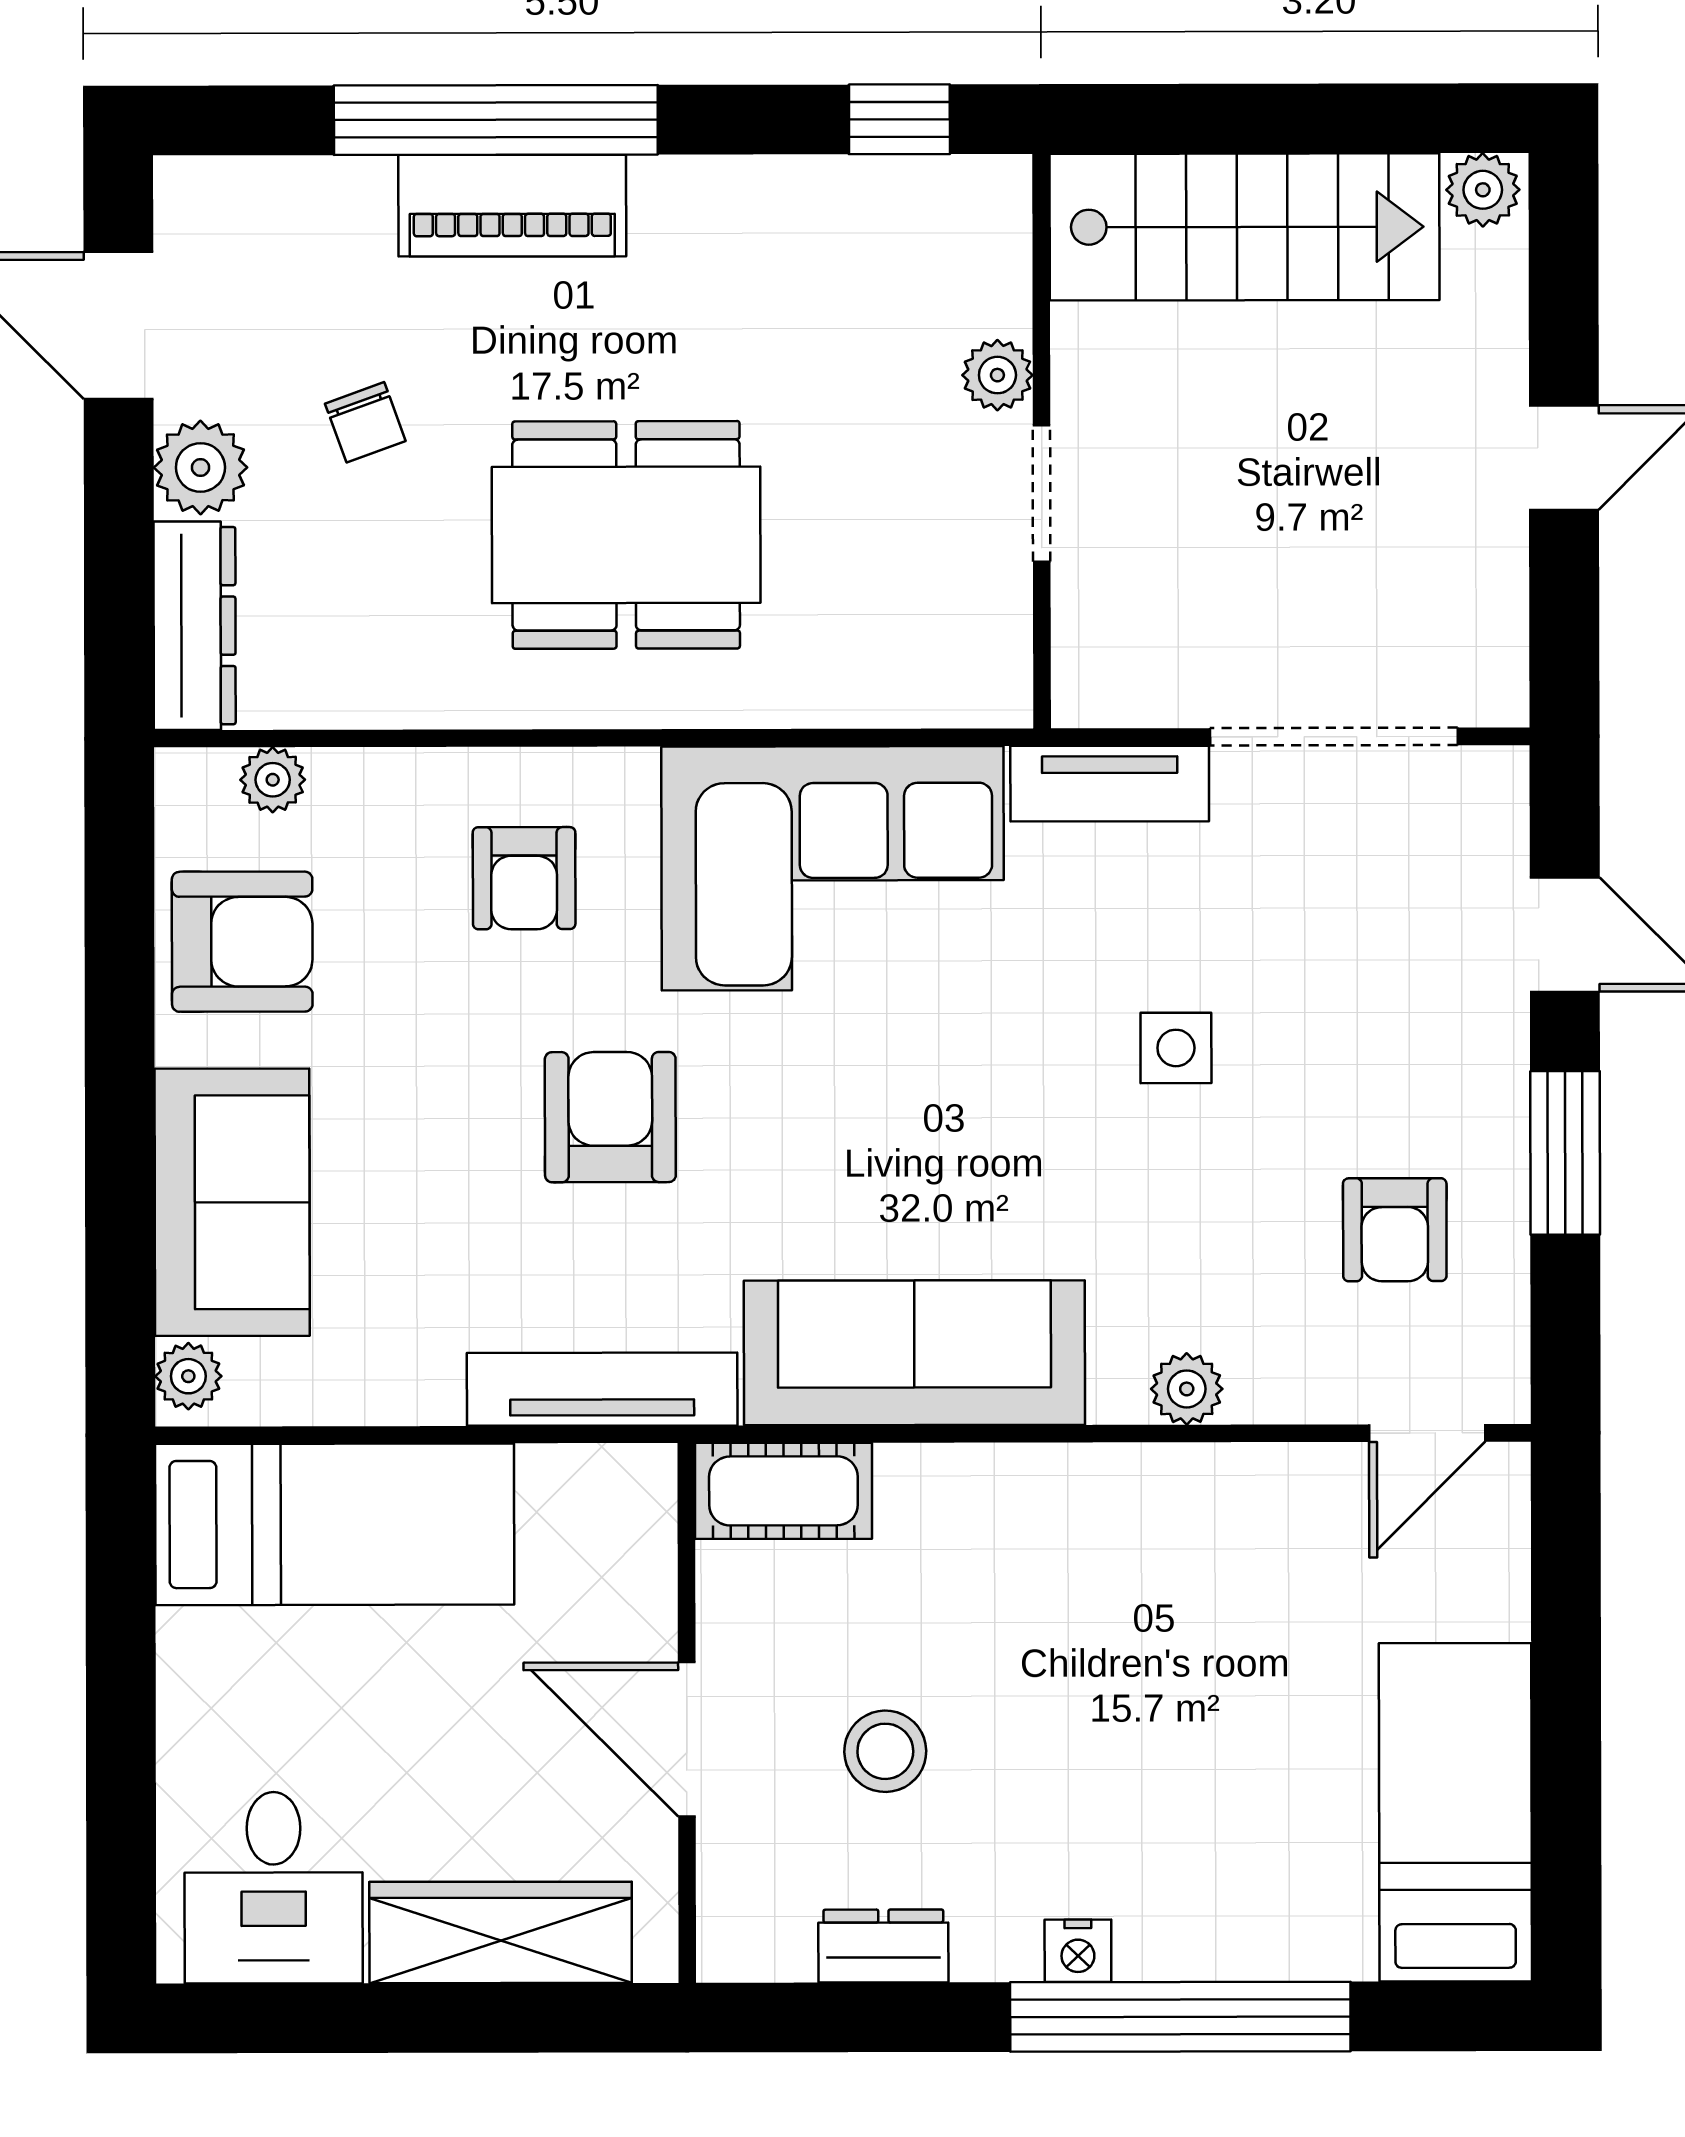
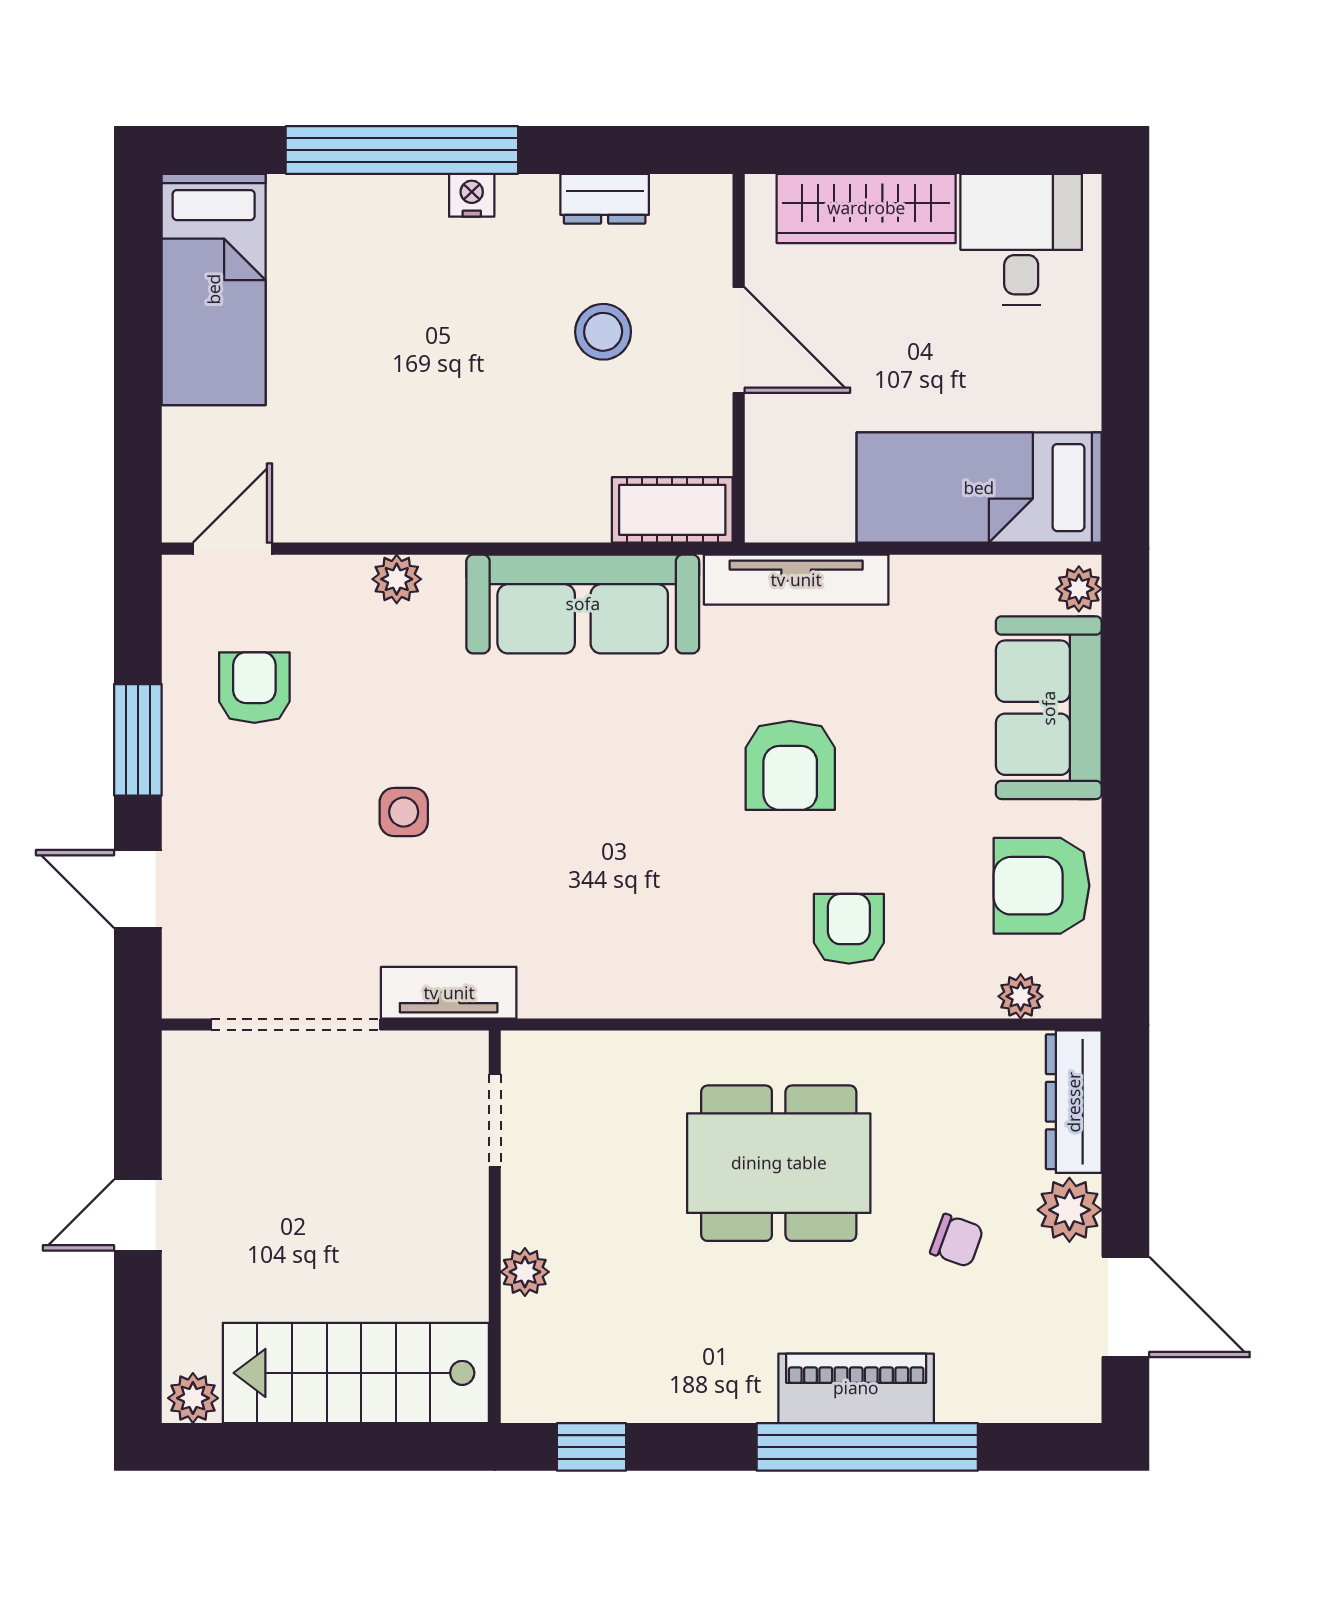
chair: (365, 422) -> (957, 1240), turned 130
doorway: (1042, 493) -> (495, 1120), moved
corner sofa: (833, 868) -> (638, 935), removed

